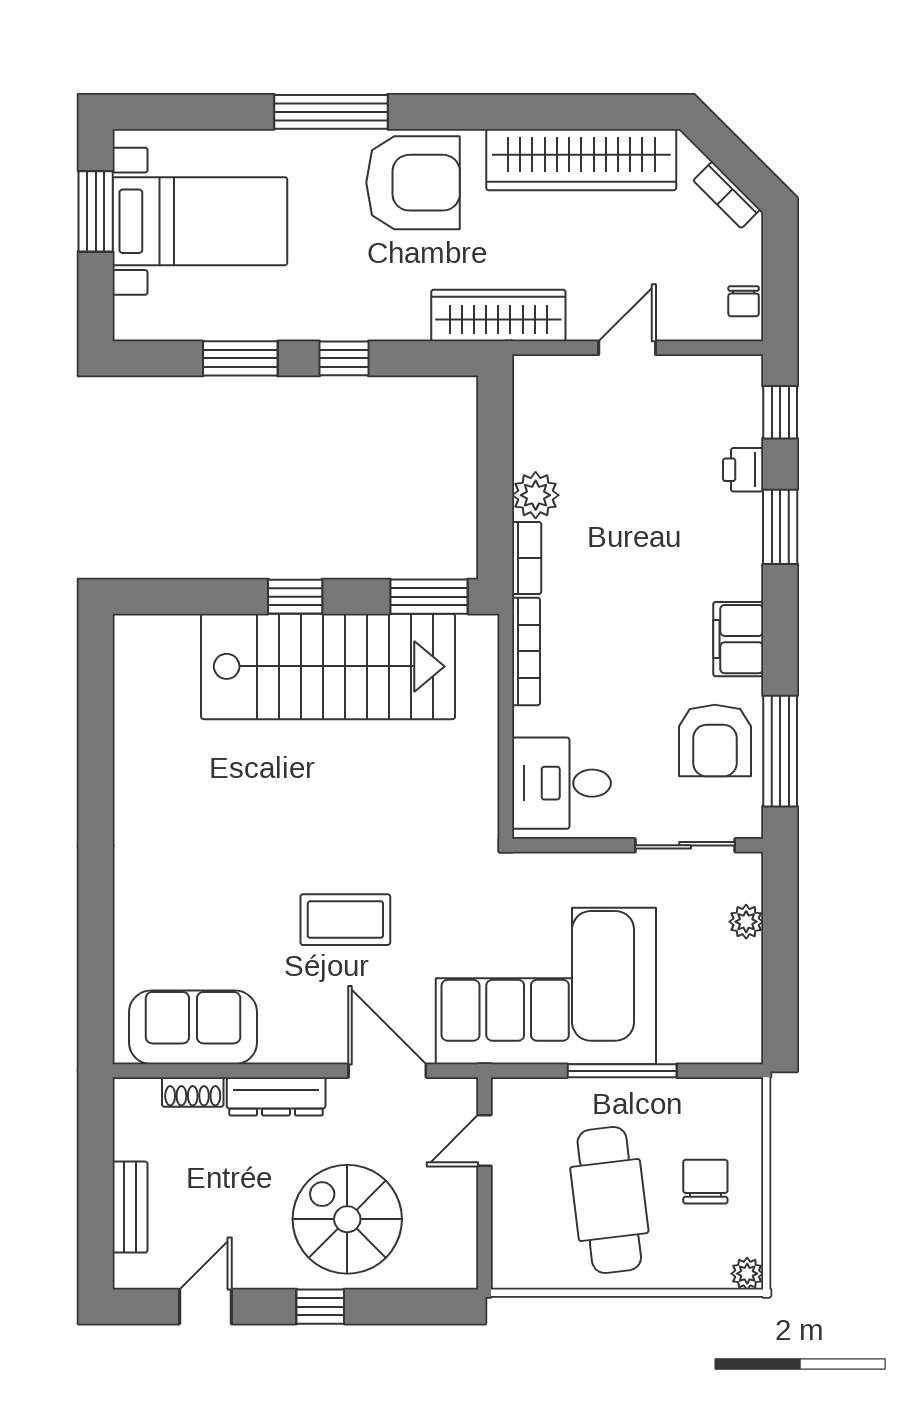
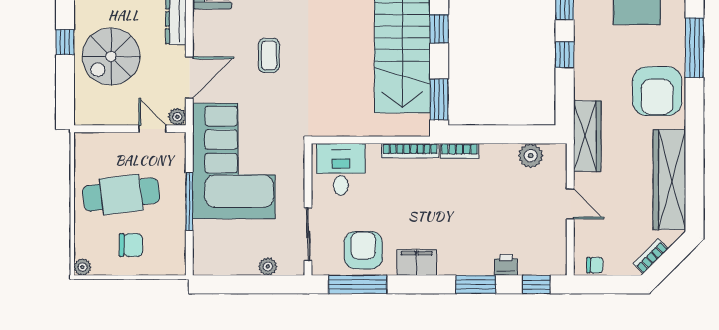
chair: (744, 301) -> (595, 265), turned 180
plant: (536, 495) -> (531, 156), moved
armchair: (715, 741) -> (363, 250), turned 90
coffee table: (345, 920) -> (269, 55), width x0.73, depth x0.77
plant: (462, 1093) -> (177, 117), added
spiral stairs: (347, 1219) -> (111, 56), turned 180

